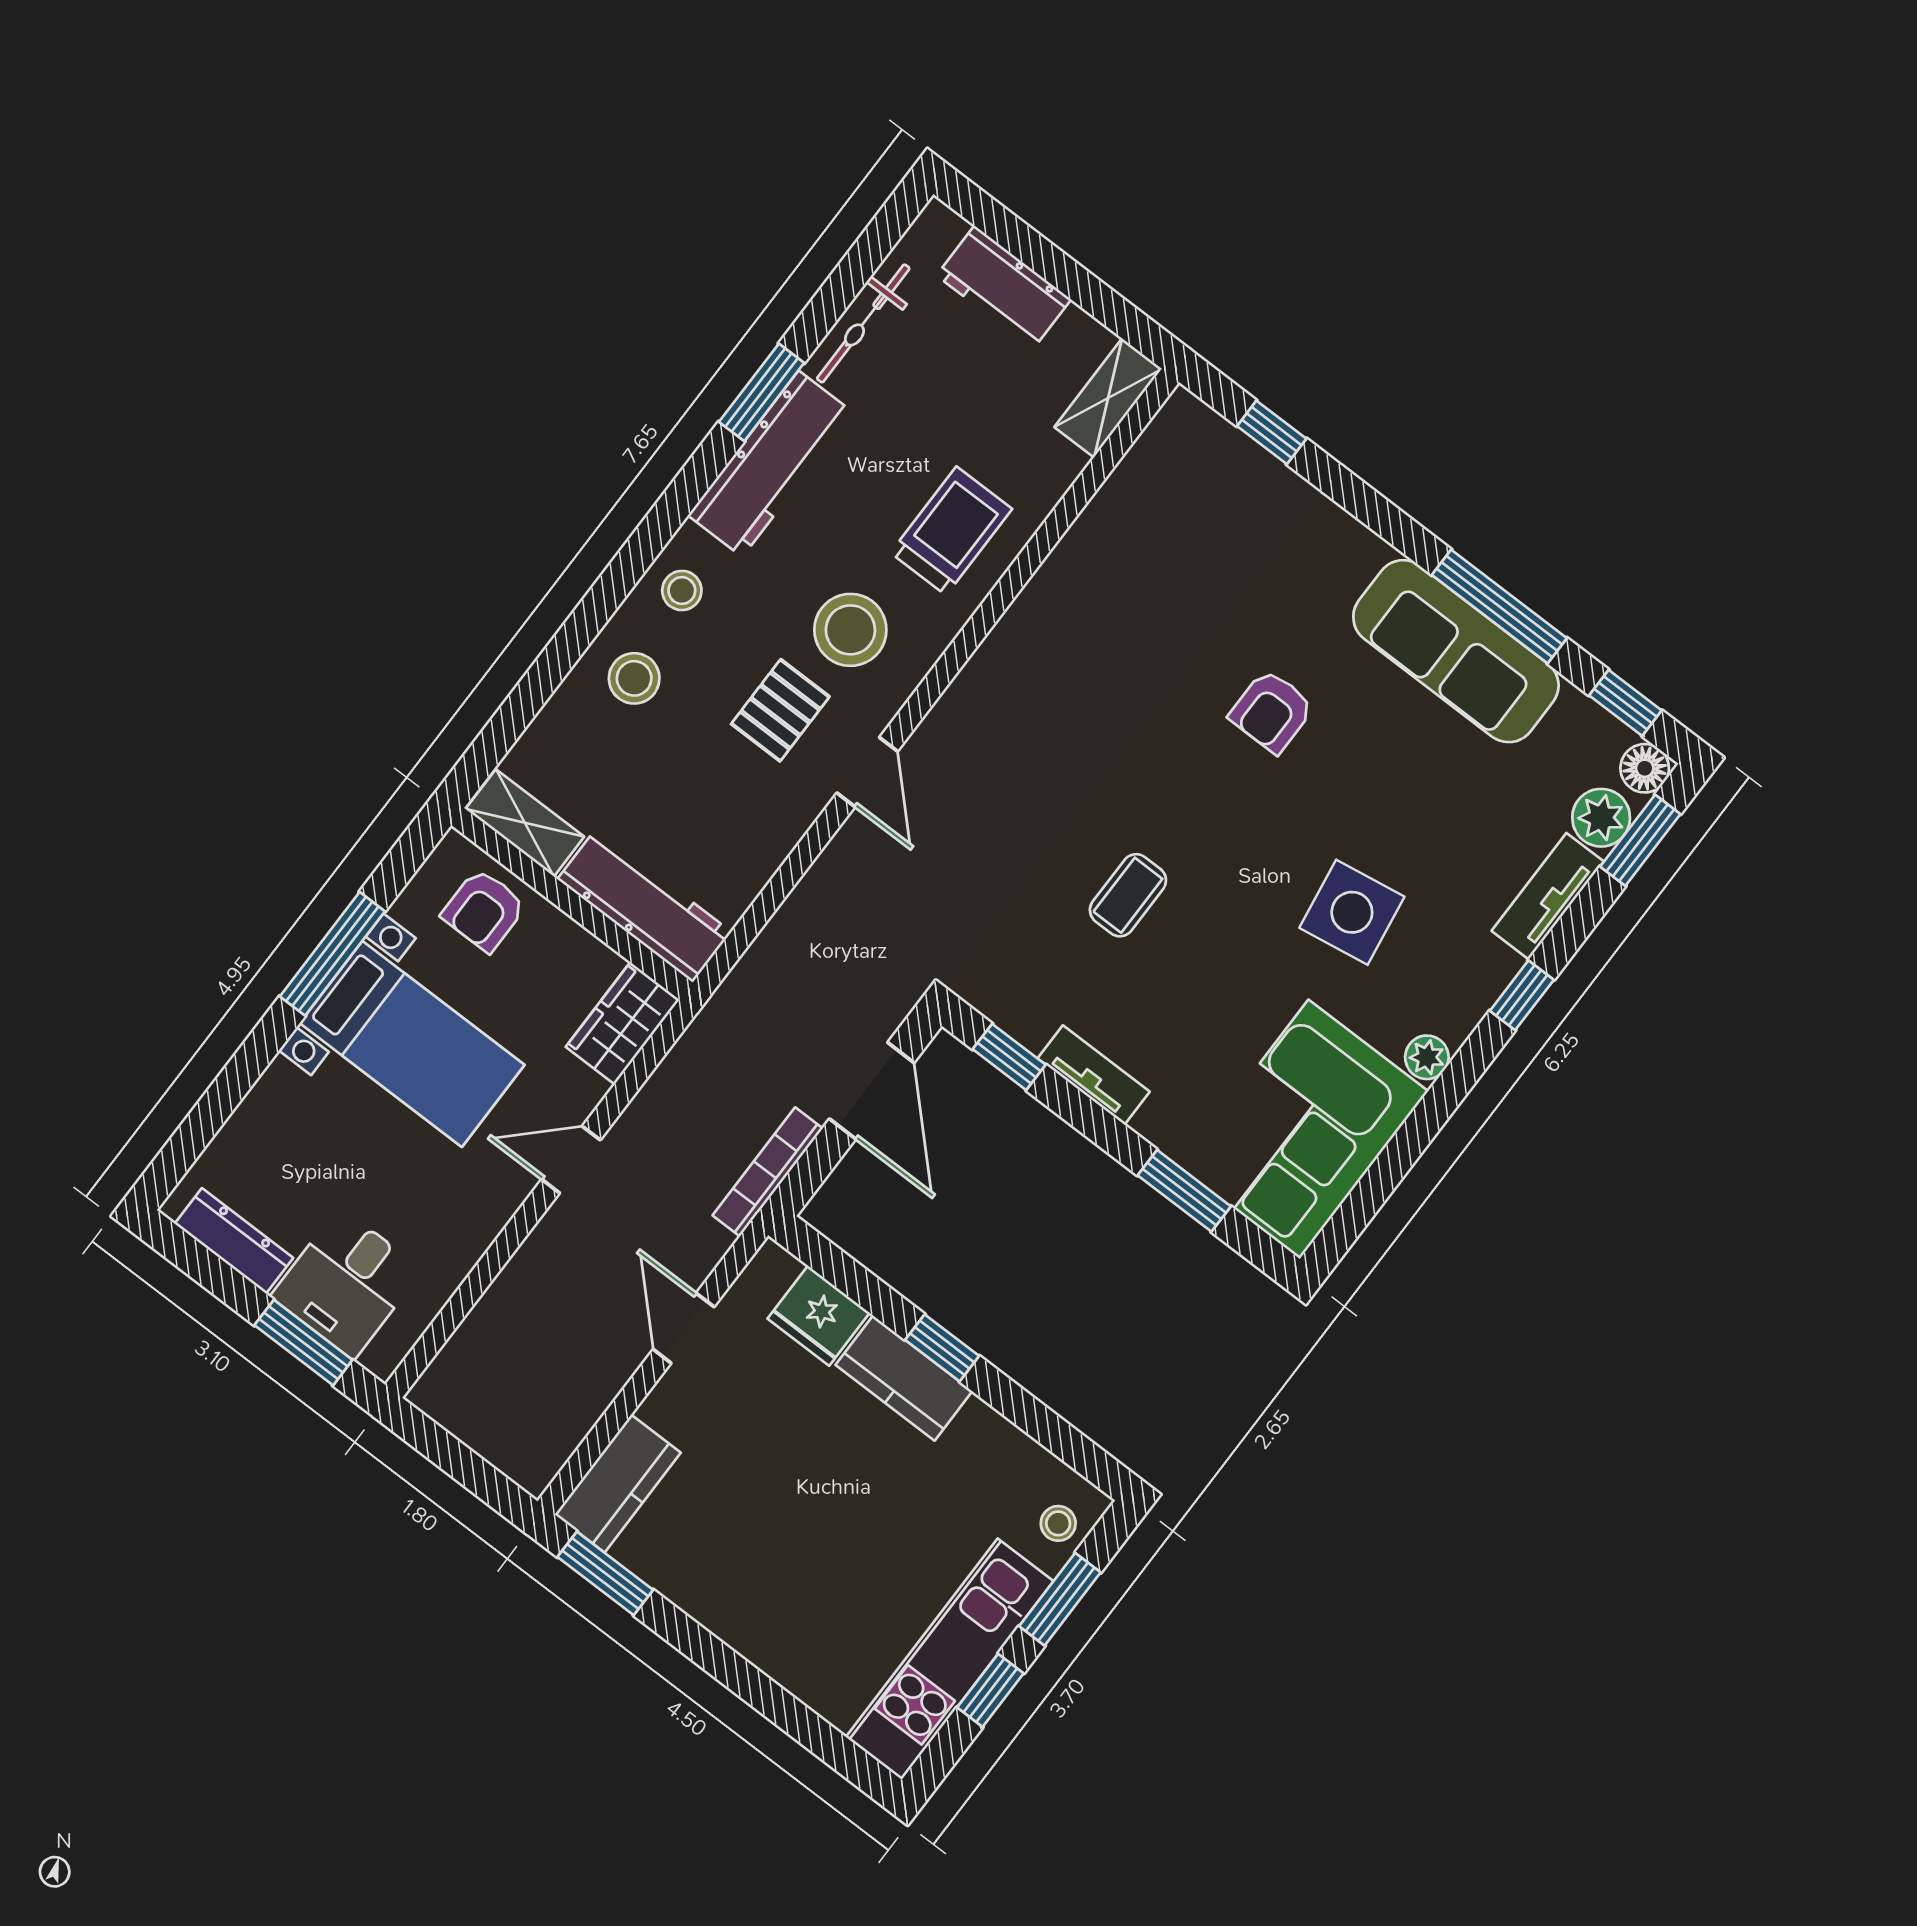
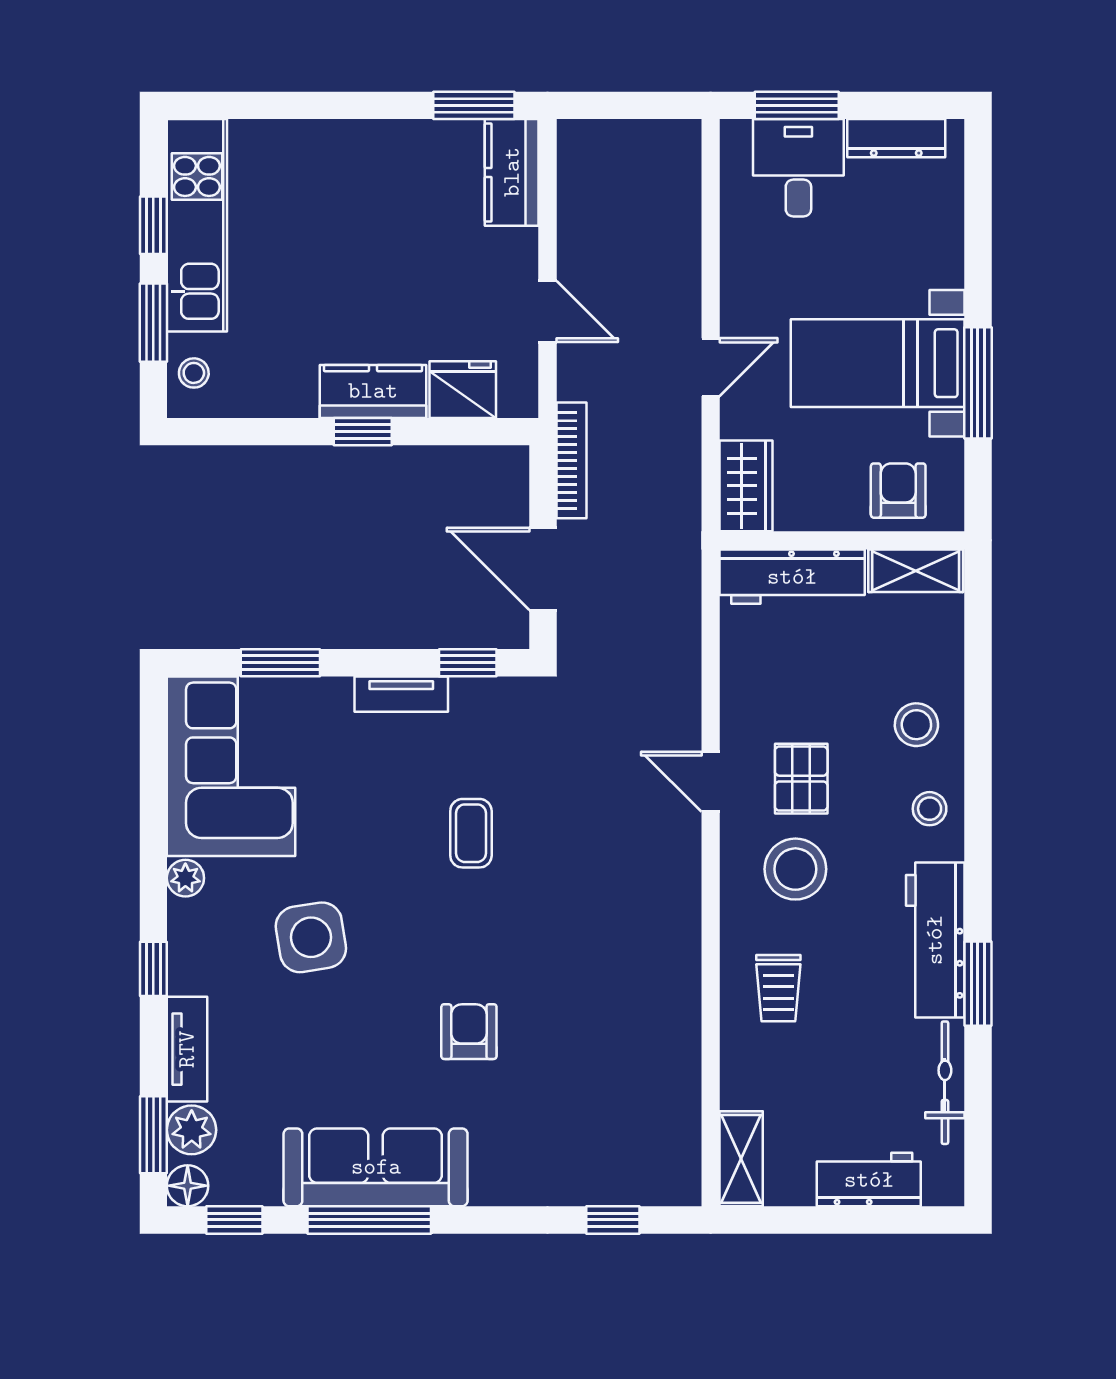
trolley: (951, 531) -> (778, 988), width x0.73, depth x0.72

